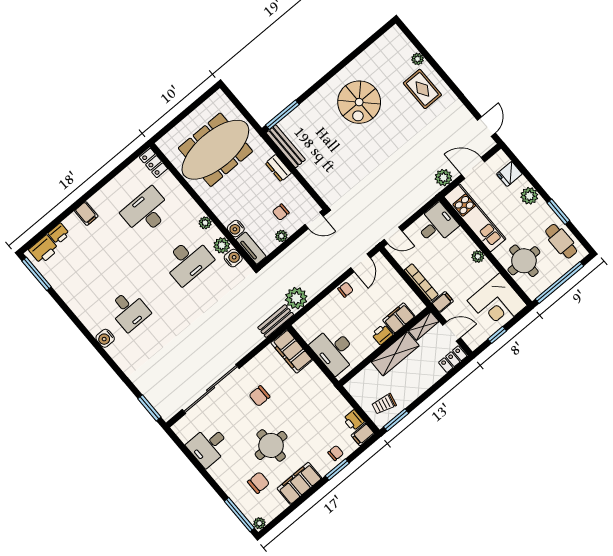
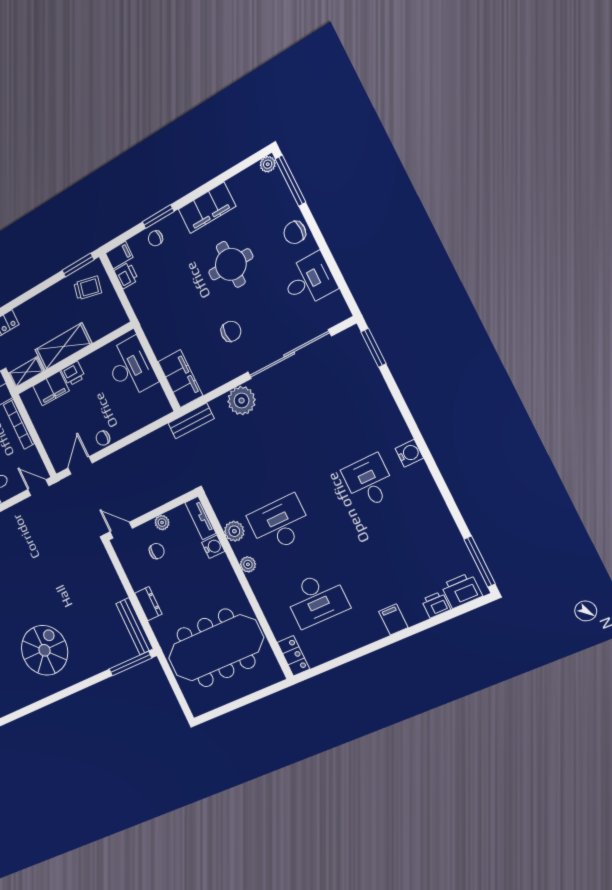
water cooler: (233, 258) -> (224, 512), removed
plant: (296, 298) -> (242, 401), moved
chair: (258, 483) -> (295, 233), moved

